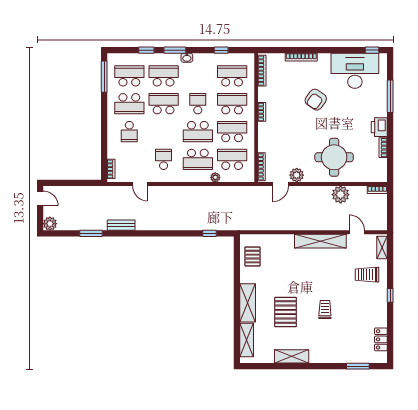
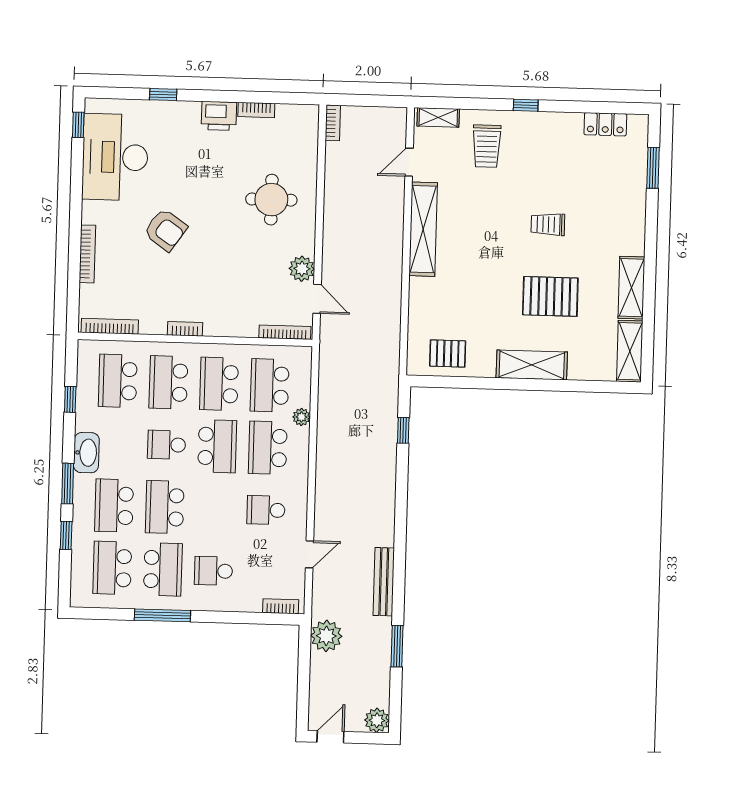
washbasin: (187, 58) -> (86, 453), width x1.91, depth x1.45
window: (104, 77) -> (162, 615), moved
window: (390, 96) -> (163, 94), width x0.46
school desk: (129, 132) -> (213, 571), turned 180
round table: (334, 157) -> (271, 200), width x0.73, depth x0.73
school desk: (198, 159) -> (268, 448), turned 180
plant: (341, 195) -> (326, 636), moved
bench: (121, 225) -> (384, 582), width x1.36
shelving: (247, 340) -> (630, 351), moved, turned 90

